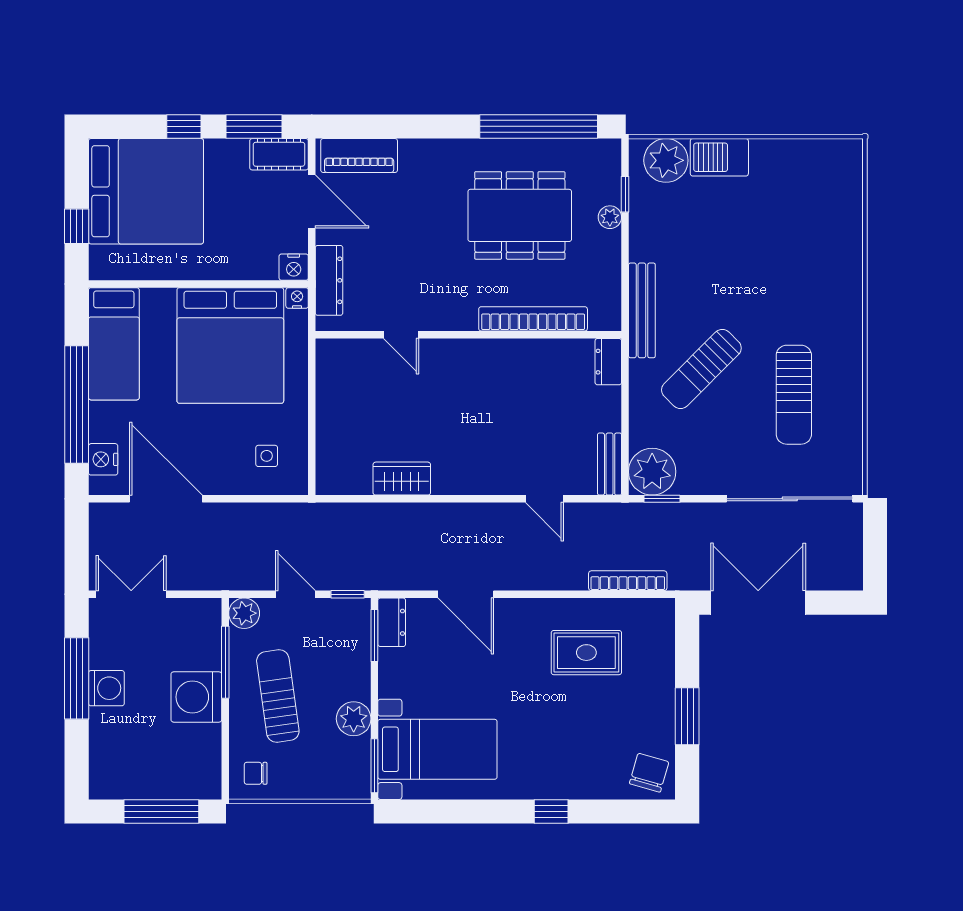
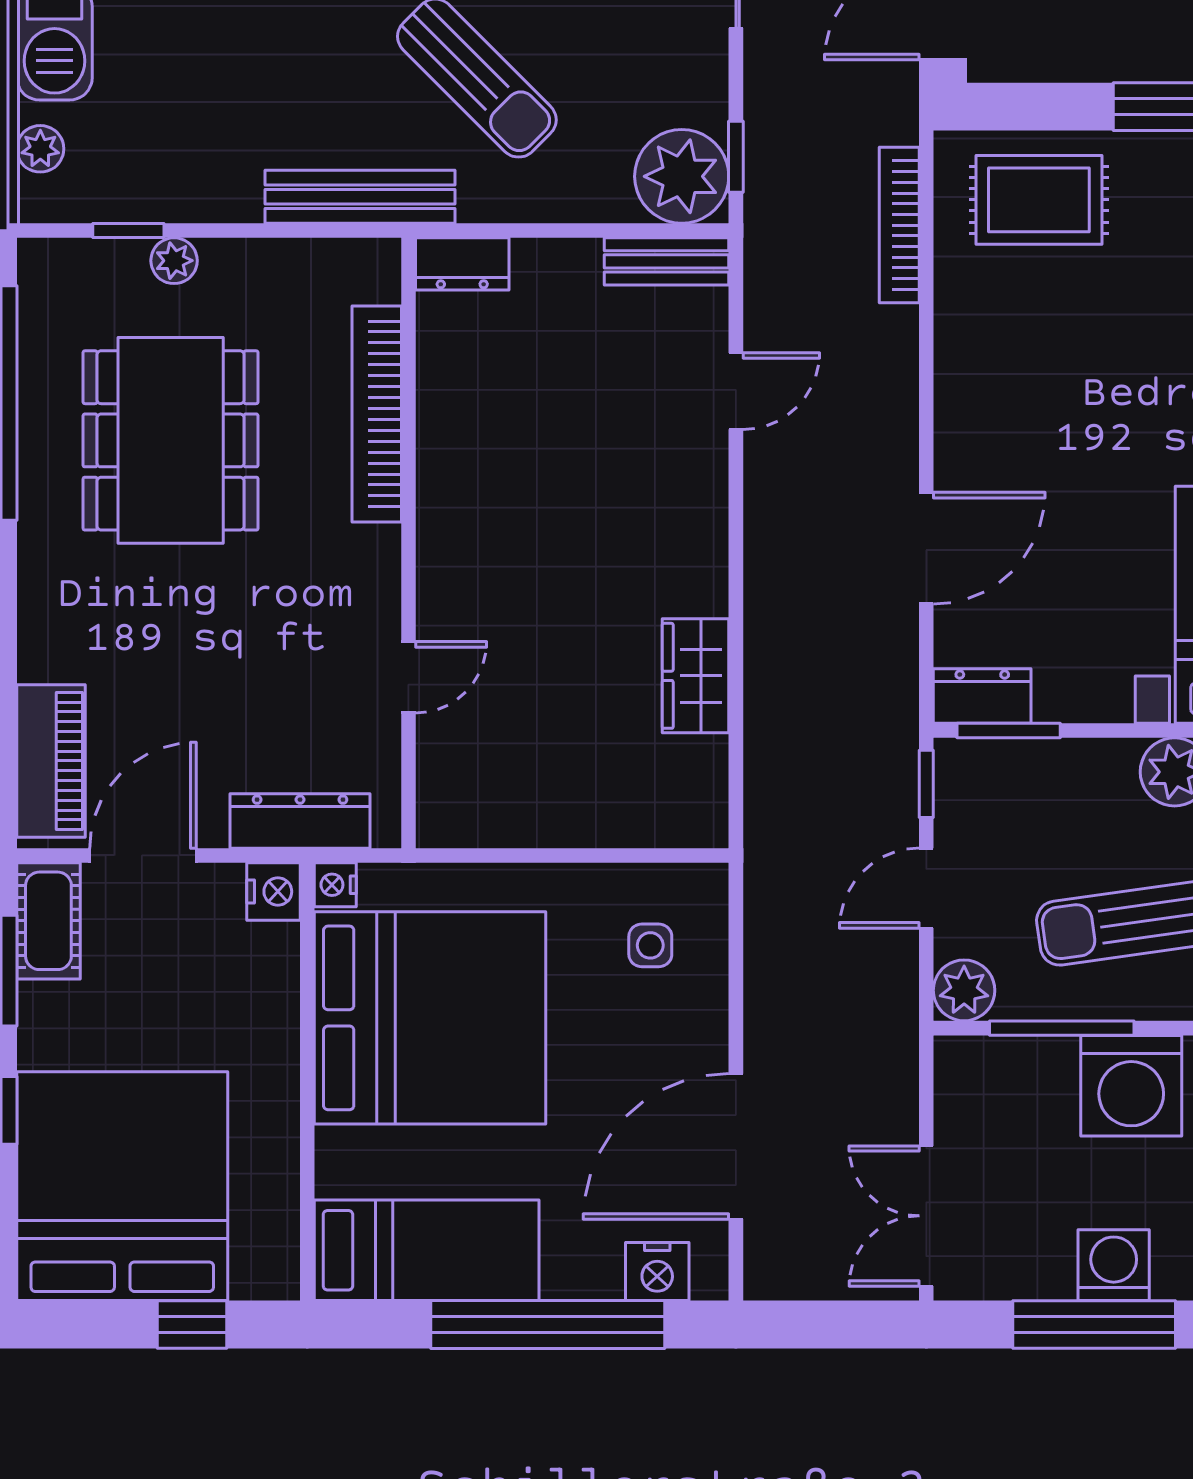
plant: (666, 160) -> (40, 149), width x0.53, depth x0.53
rug: (586, 653) -> (1039, 200), moved, turned 90

